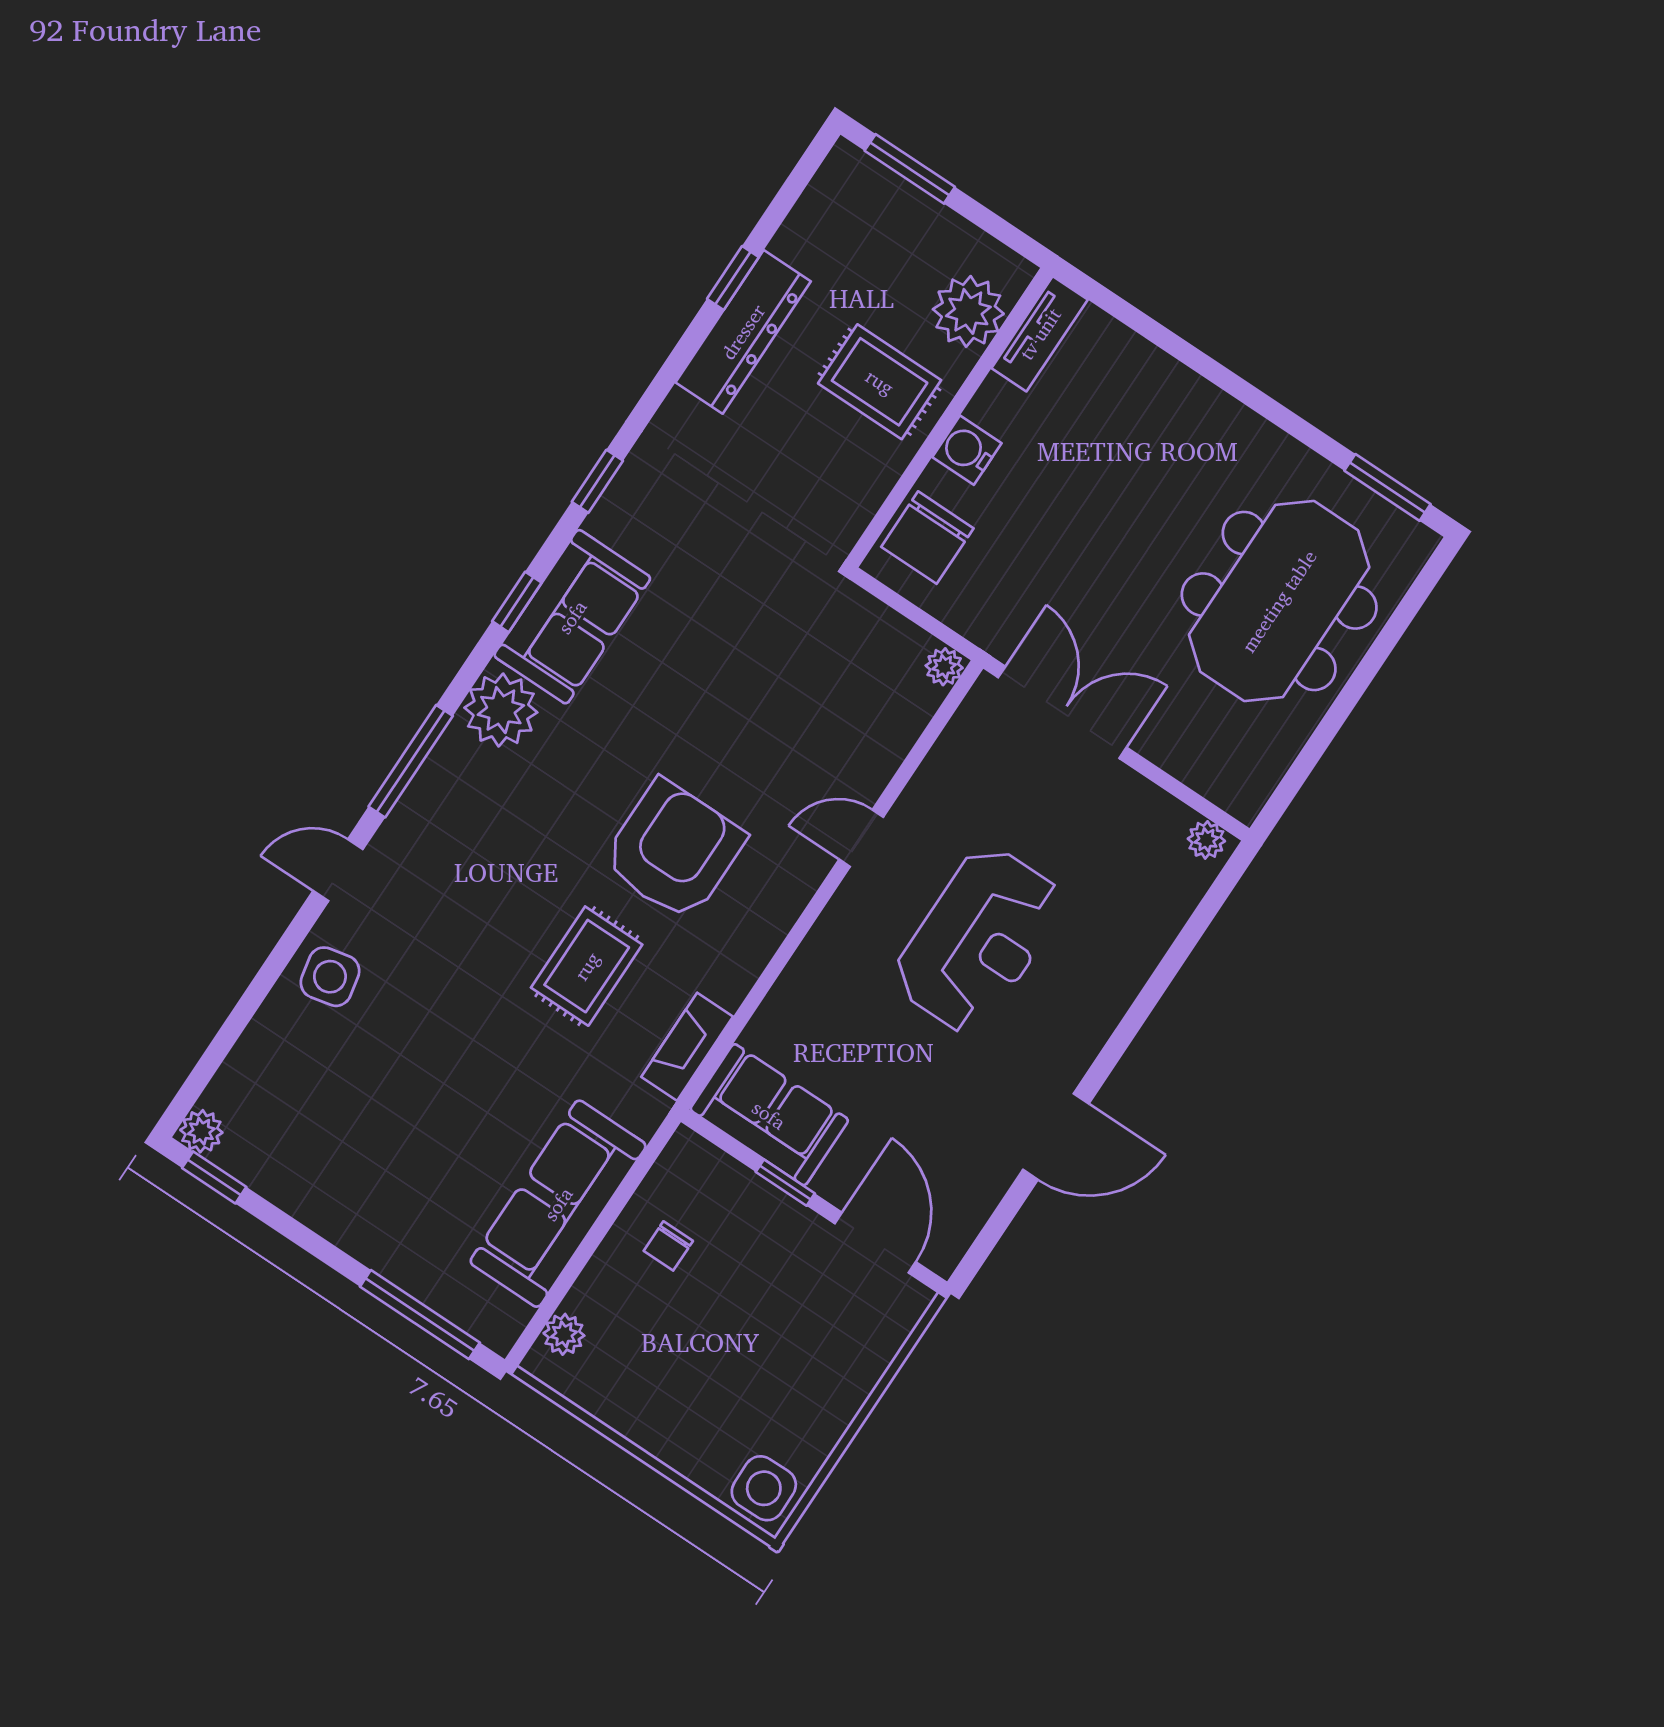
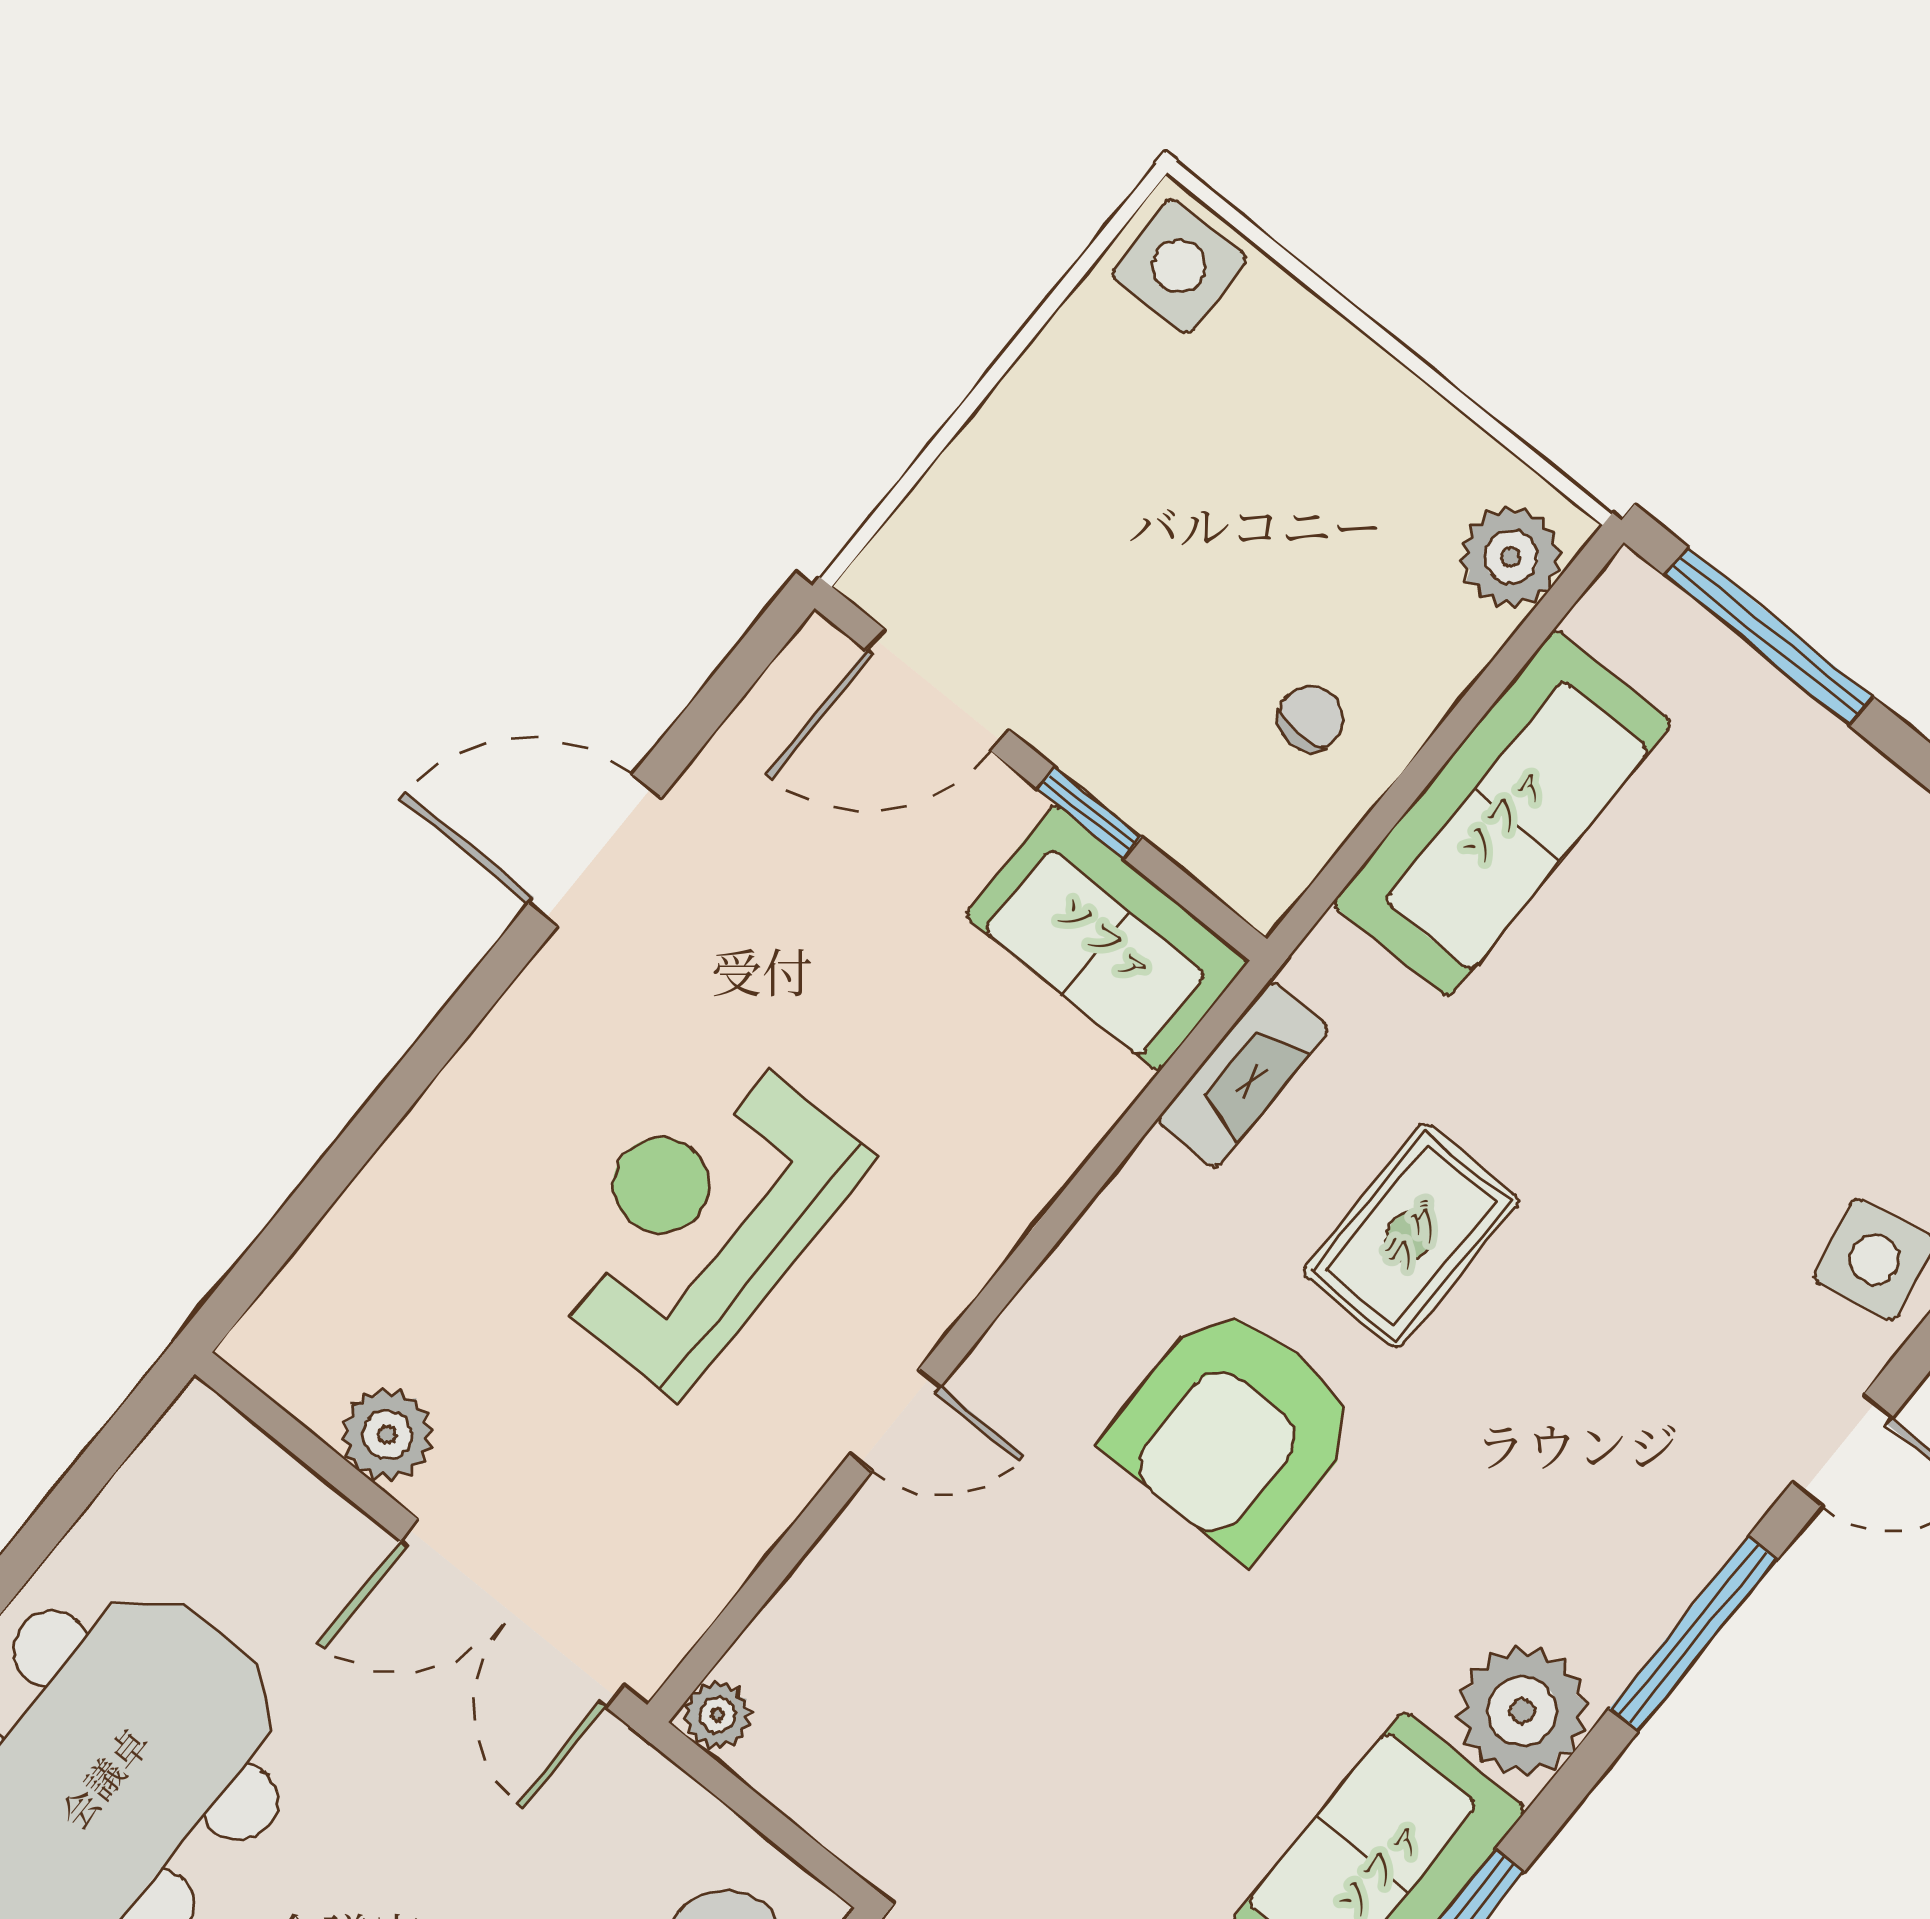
plant: (1206, 840) -> (387, 1434), moved, width x1.38, depth x1.38
door: (875, 1243) -> (937, 690), hinge flipped
plant: (564, 1334) -> (1511, 557), width x1.38, depth x1.38

